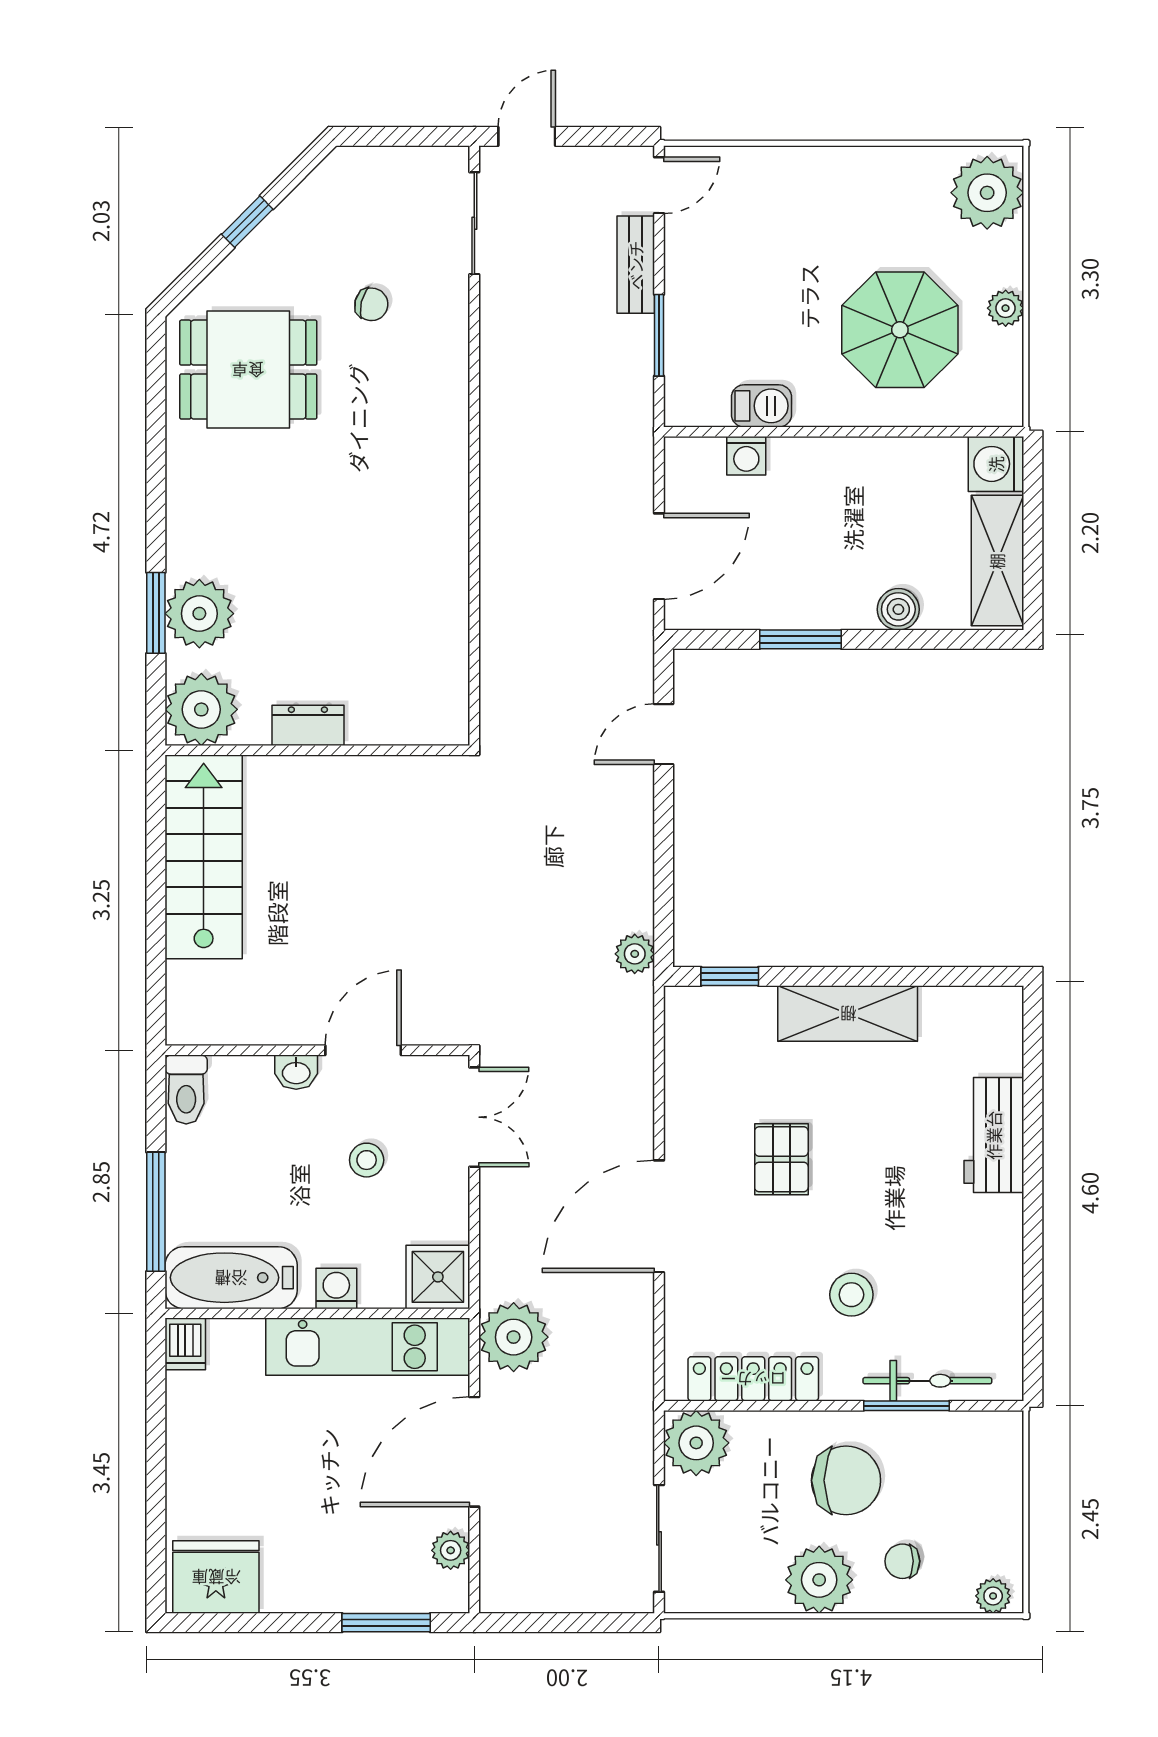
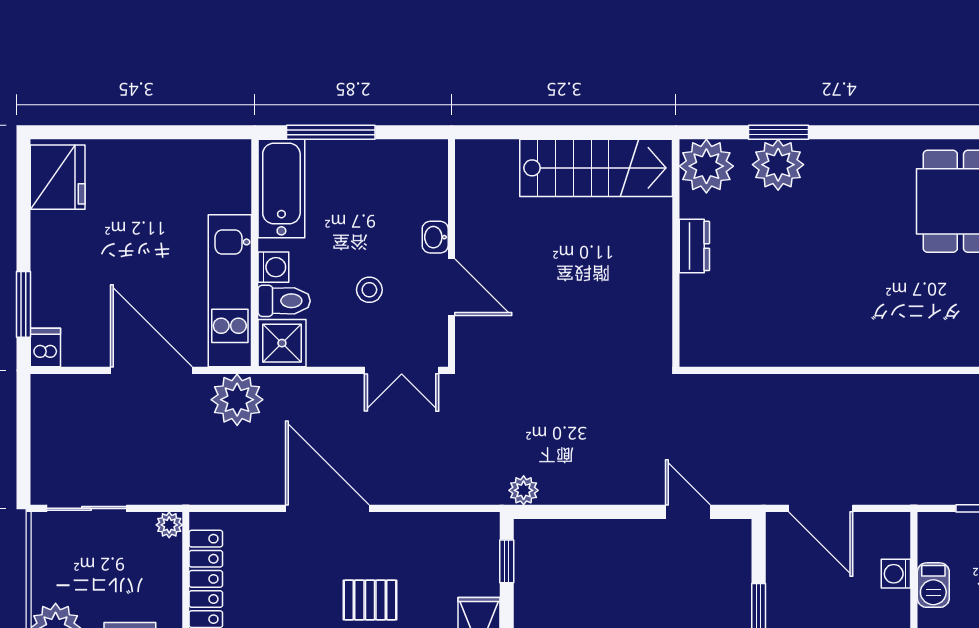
toilet: (186, 1090) -> (284, 301), moved, turned 180
dishwasher: (185, 1344) -> (45, 348), moved, turned 90
plant: (696, 1443) -> (169, 525), width x0.53, depth x0.53
plant: (451, 1550) -> (78, 353), removed

